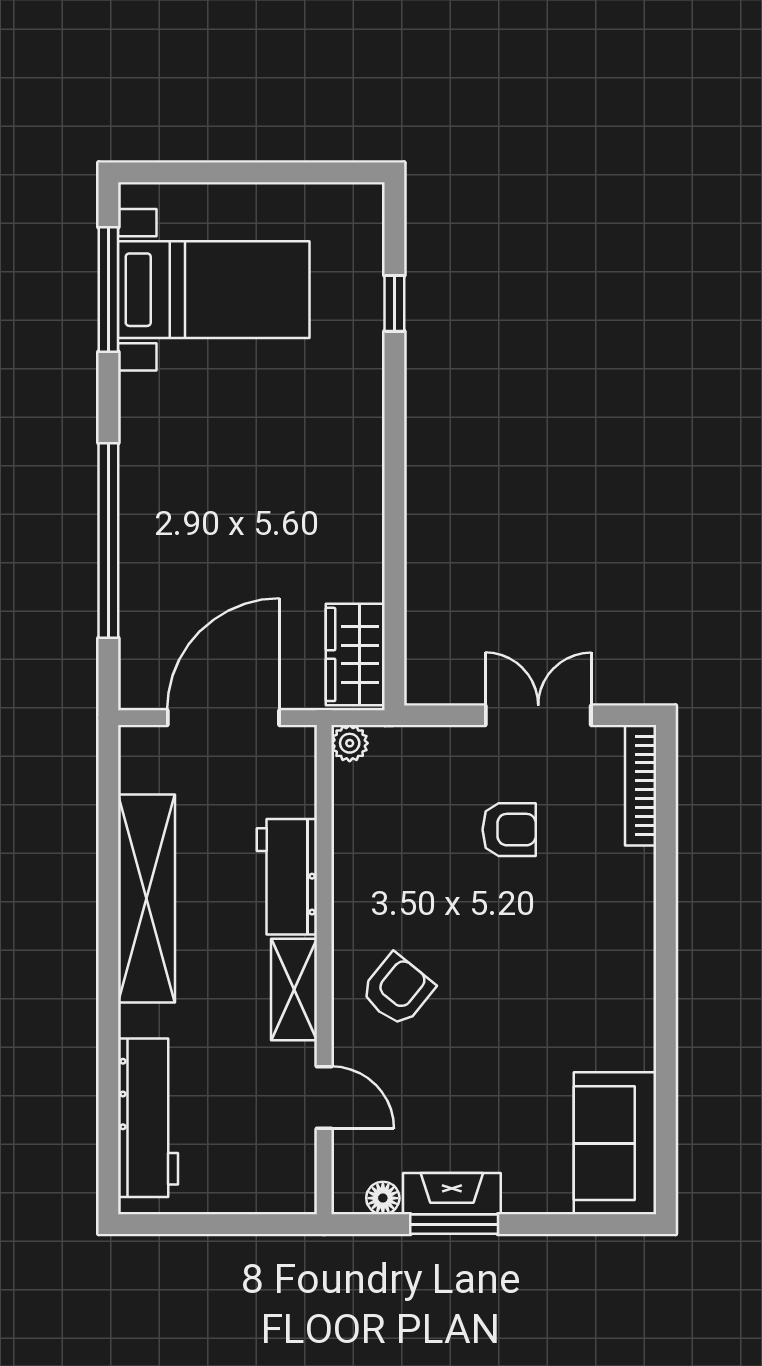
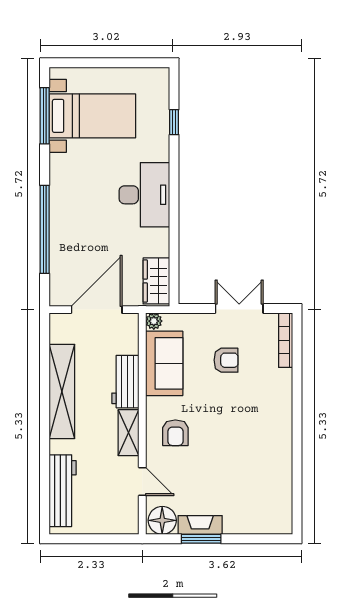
desk: (329, 464) -> (144, 195), added
armchair: (397, 990) -> (175, 433), turned 141
sofa: (615, 1143) -> (164, 363), moved, turned 180
floor lamp: (383, 1198) -> (162, 520), width x1.89, depth x1.89

